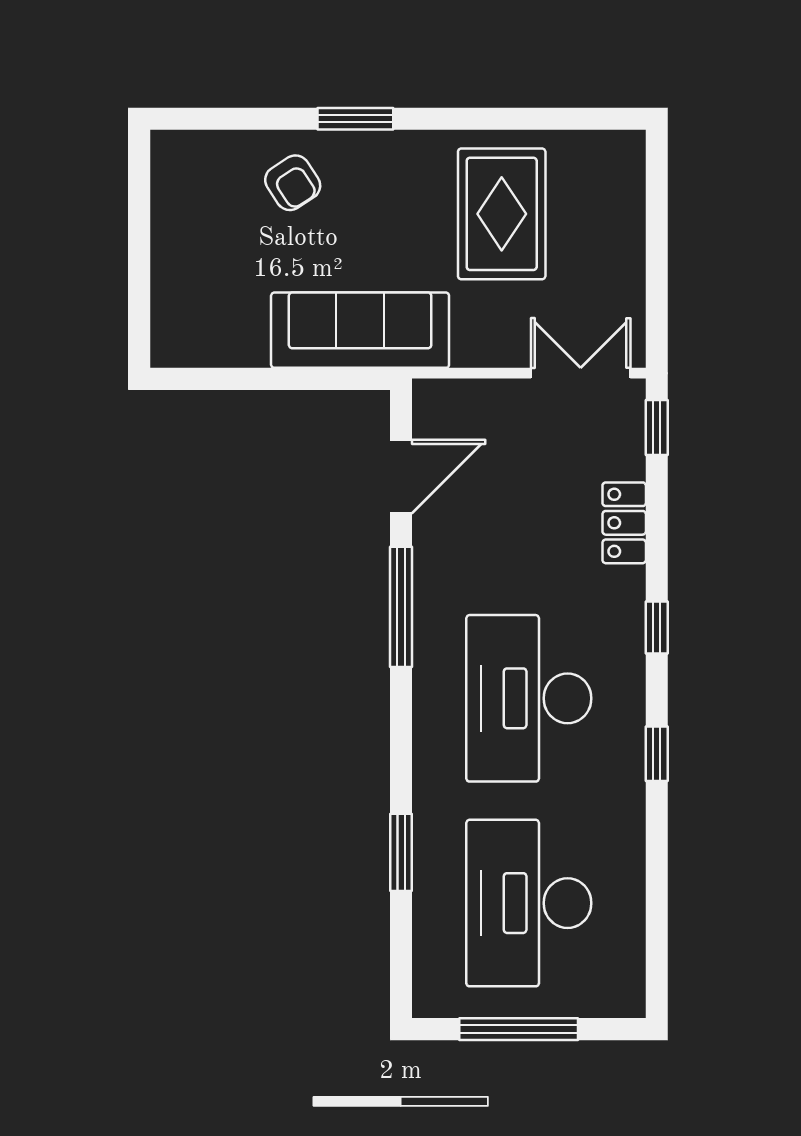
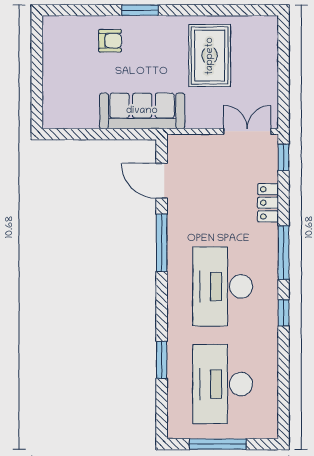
armchair: (293, 183) -> (110, 41), turned -57
door: (401, 477) -> (162, 181), swing flipped
window: (657, 627) -> (284, 253), width x2.17

